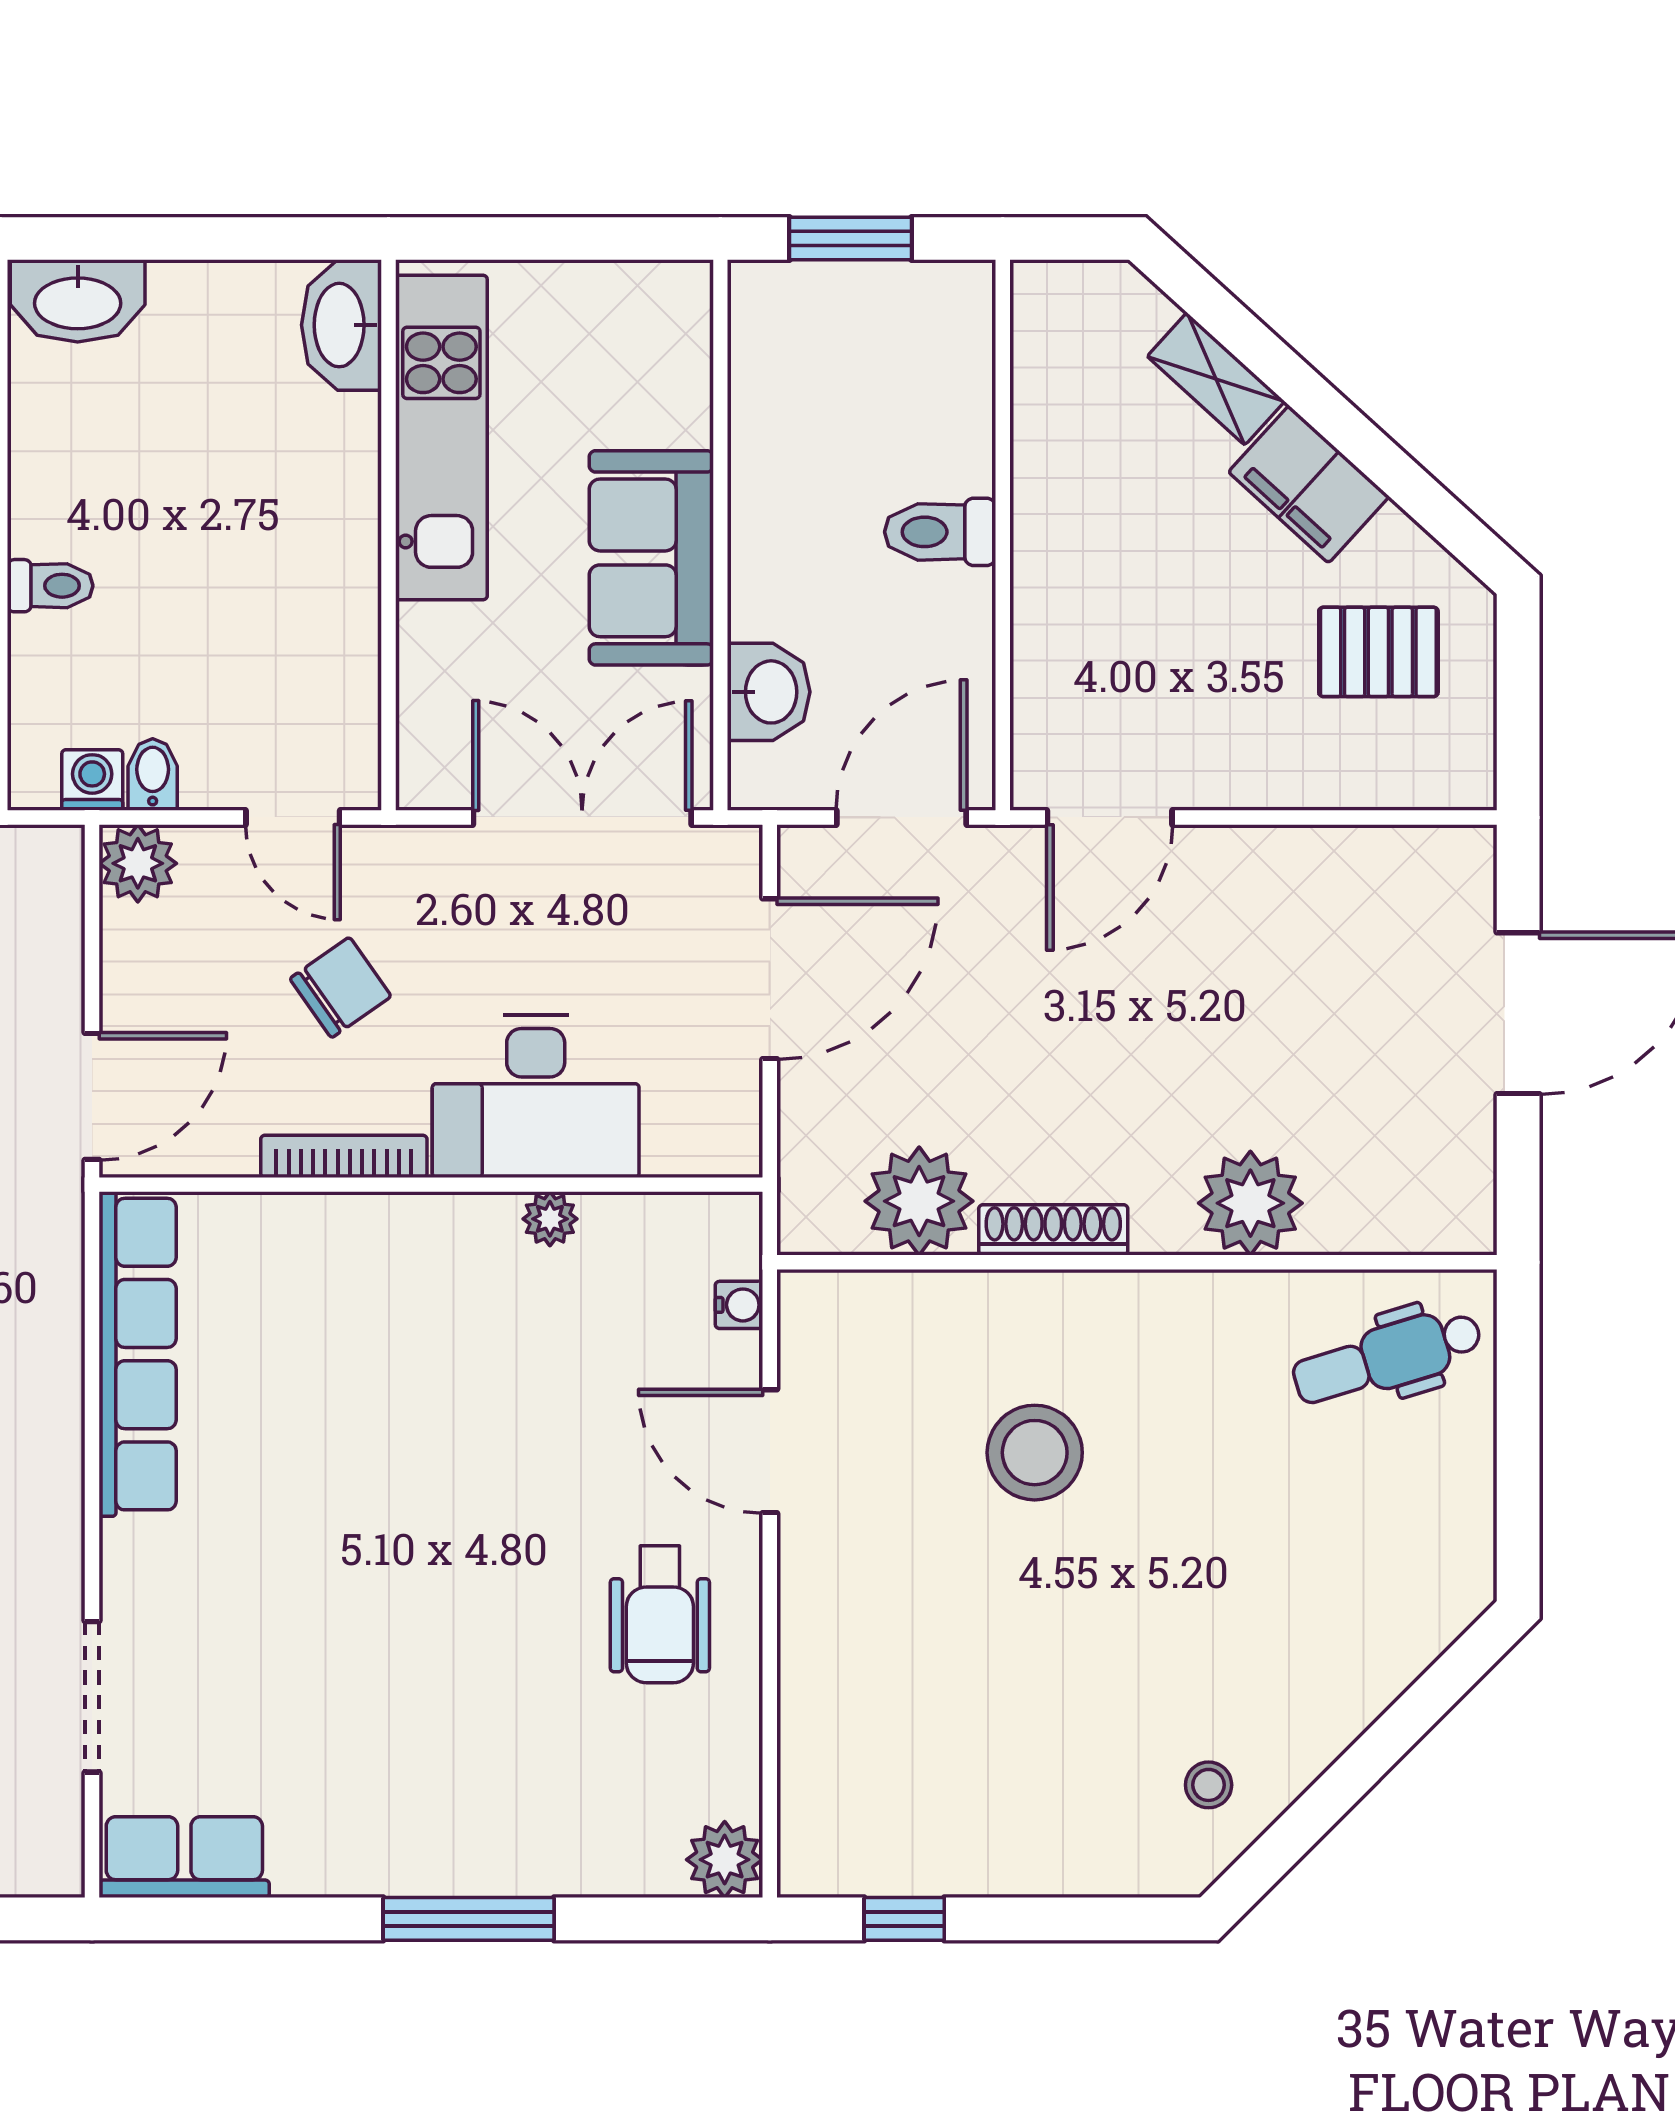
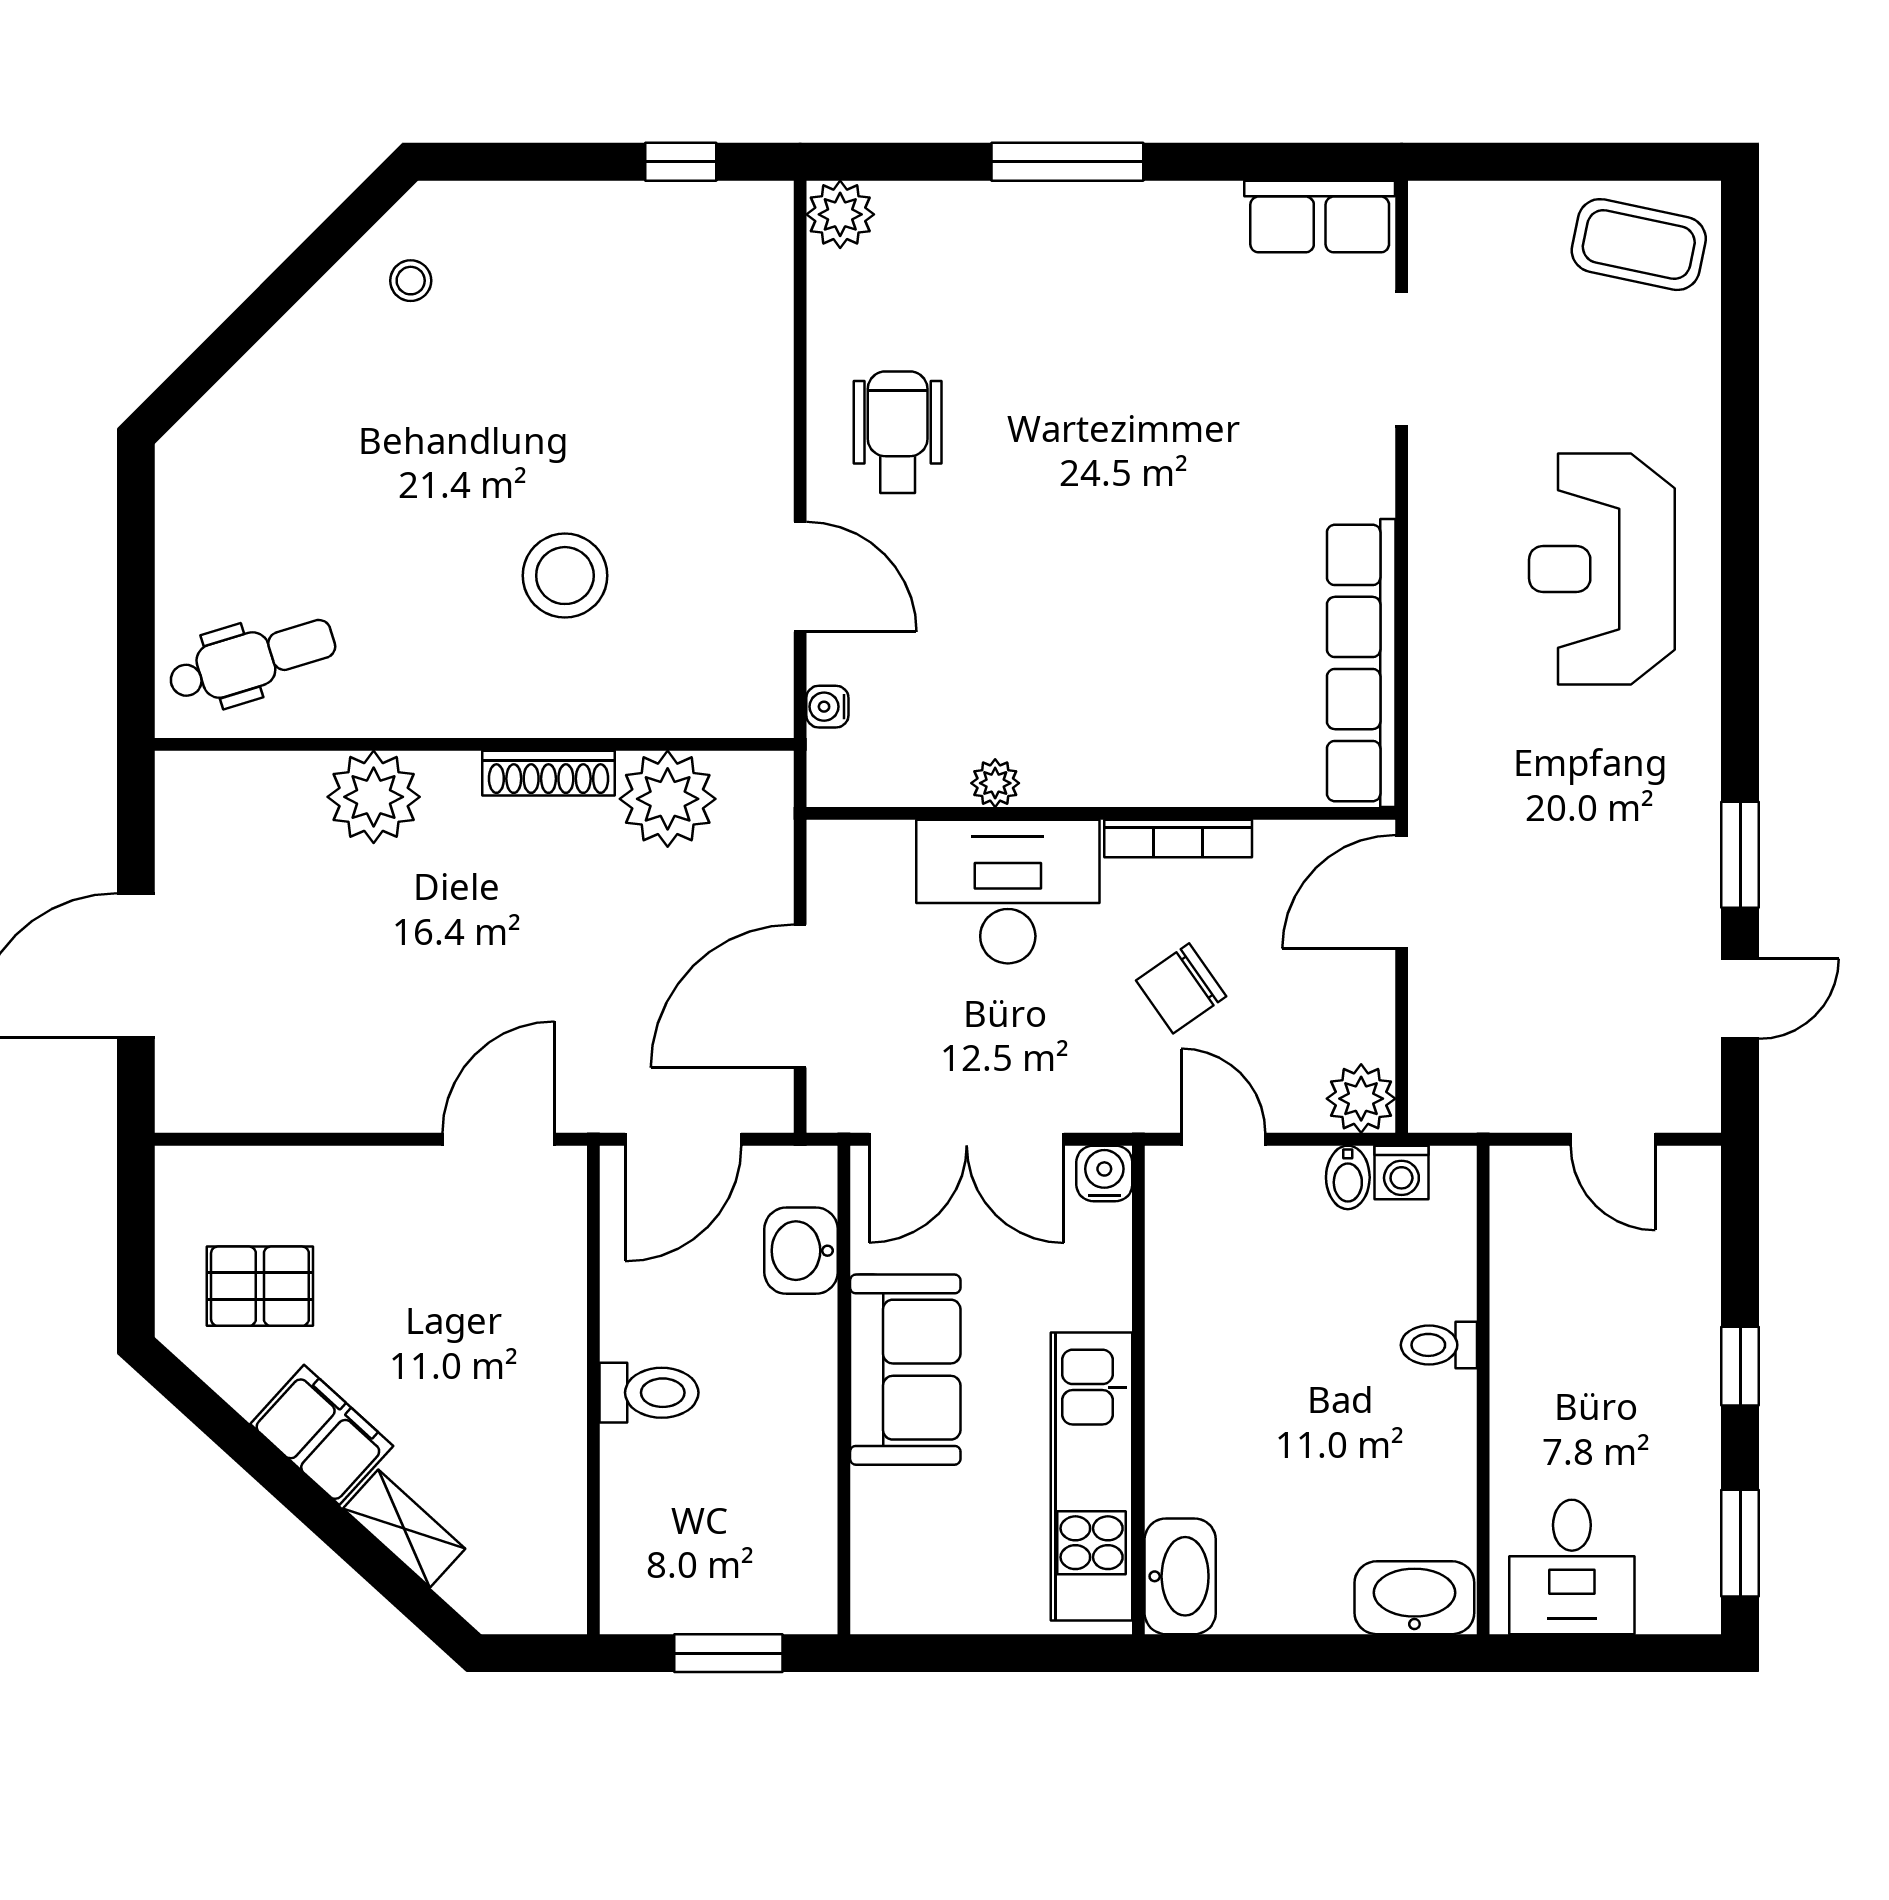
water cooler: (427, 779) -> (1104, 1173), added

